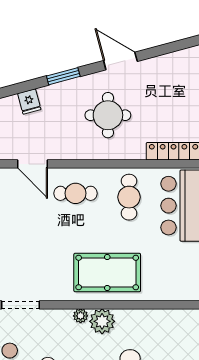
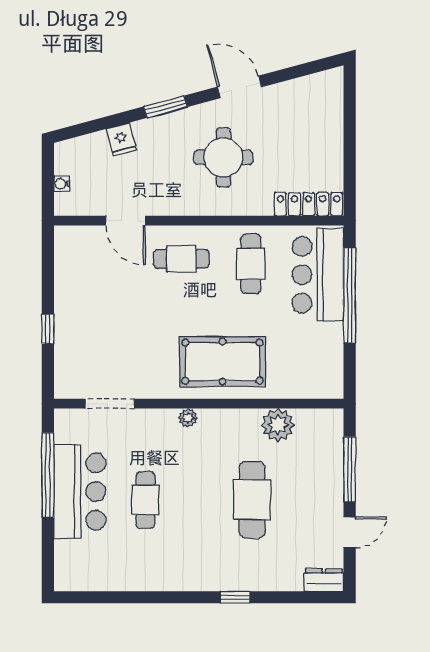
plant: (102, 321) -> (278, 425), moved

